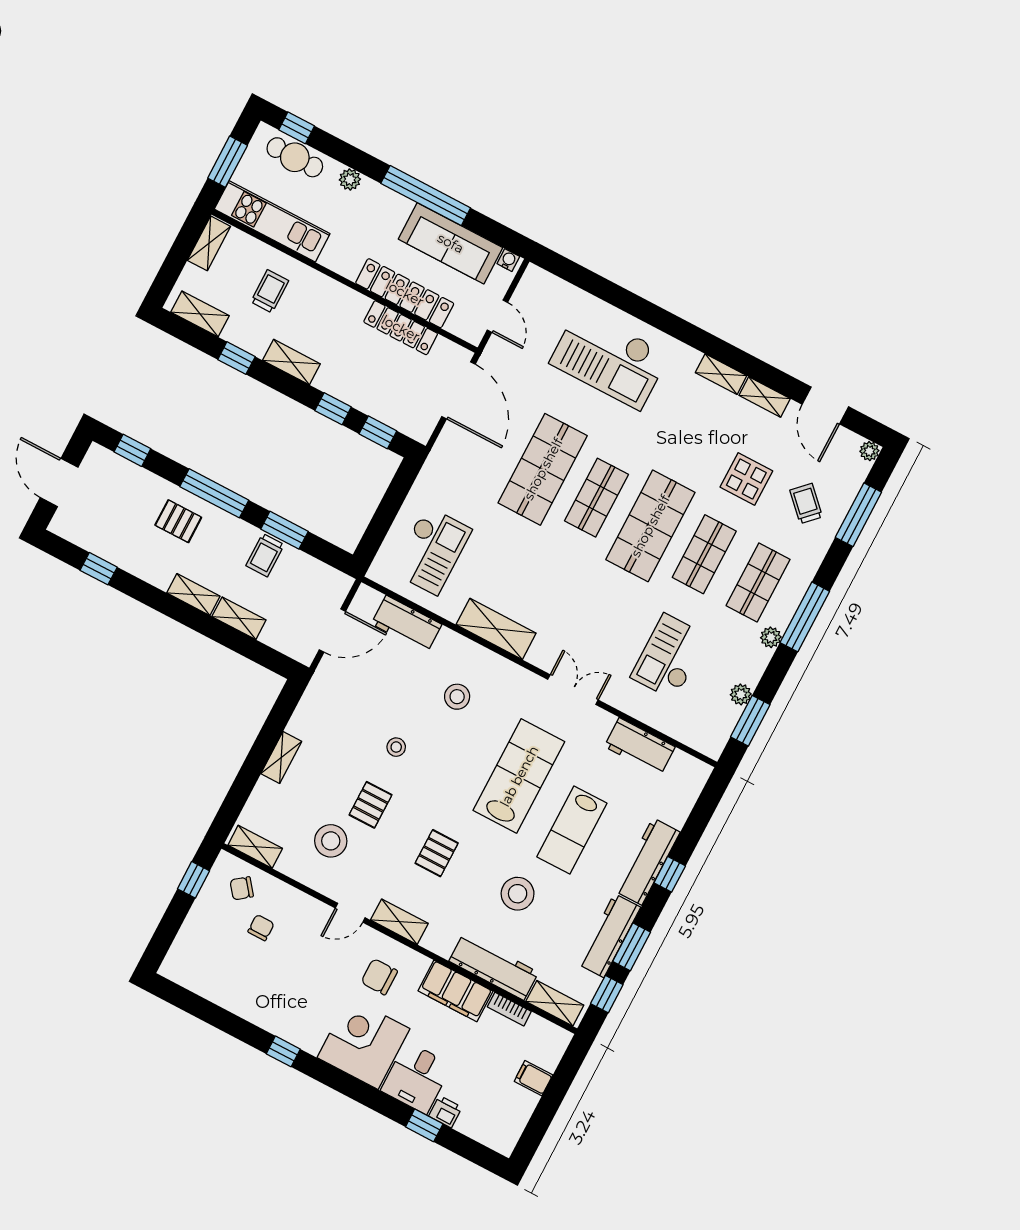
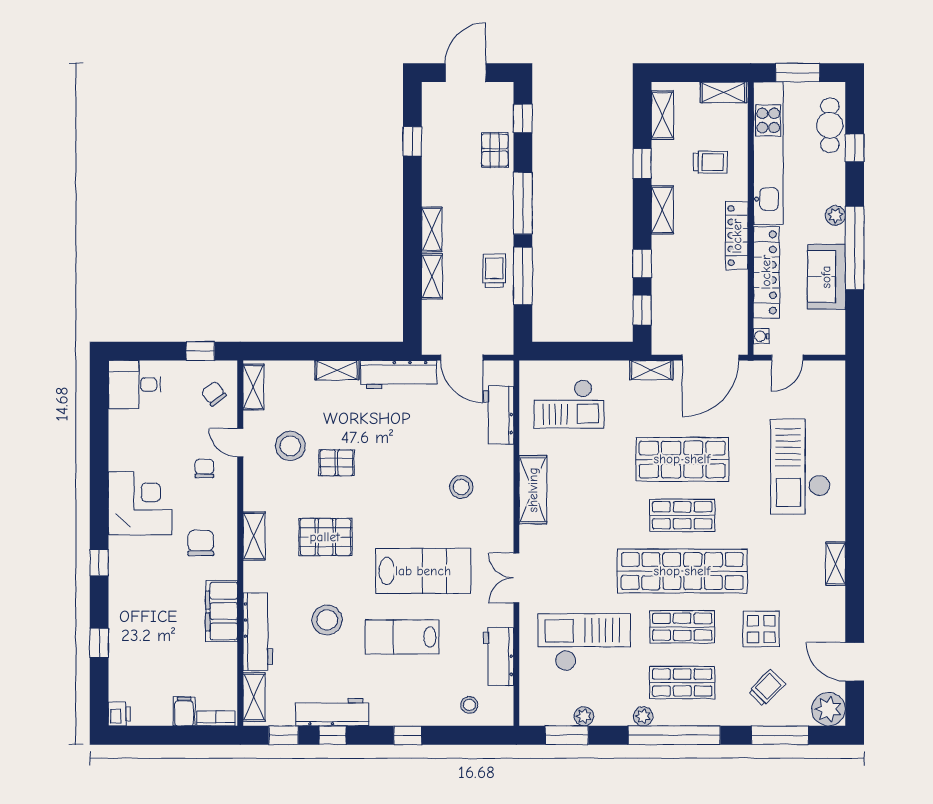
window: (297, 128) -> (855, 148), moved
plant: (350, 179) -> (835, 215), moved
kitchen unit: (272, 221) -> (768, 153), width x1.36
sofa: (451, 243) -> (826, 277), width x0.73
water cooler: (508, 260) -> (761, 336), moved, turned 180
locker: (401, 328) -> (737, 236), moved
shelving: (765, 397) -> (651, 370), moved, turned 90
door: (825, 405) -> (855, 662), hinge flipped
plant: (869, 451) -> (829, 709), width x1.88, depth x1.88
pallet: (178, 521) -> (495, 150), moved
shop shelf: (650, 526) -> (682, 571), width x1.40
window: (284, 530) -> (523, 276), width x1.44
trolley: (265, 555) -> (494, 271), turned 90
window: (805, 617) -> (674, 735), width x1.46
checkout: (669, 657) -> (584, 642), width x1.36, depth x1.21
double door: (573, 690) -> (516, 578), swing flipped
stool: (396, 747) -> (469, 705), moved
pallet: (437, 853) -> (325, 537), width x1.50, depth x1.42
workbench: (647, 862) -> (399, 375), moved, turned 180
door: (350, 913) -> (240, 443), moved
chair: (261, 928) -> (204, 468), moved, turned -90
window: (632, 947) -> (333, 735), width x0.67
bookcase: (509, 1009) -> (216, 718), moved, turned 90
corner desk: (363, 1043) -> (140, 503), moved
window: (283, 1051) -> (99, 563), moved
desk: (416, 1078) -> (135, 385), moved
printer: (445, 1112) -> (119, 714), moved

